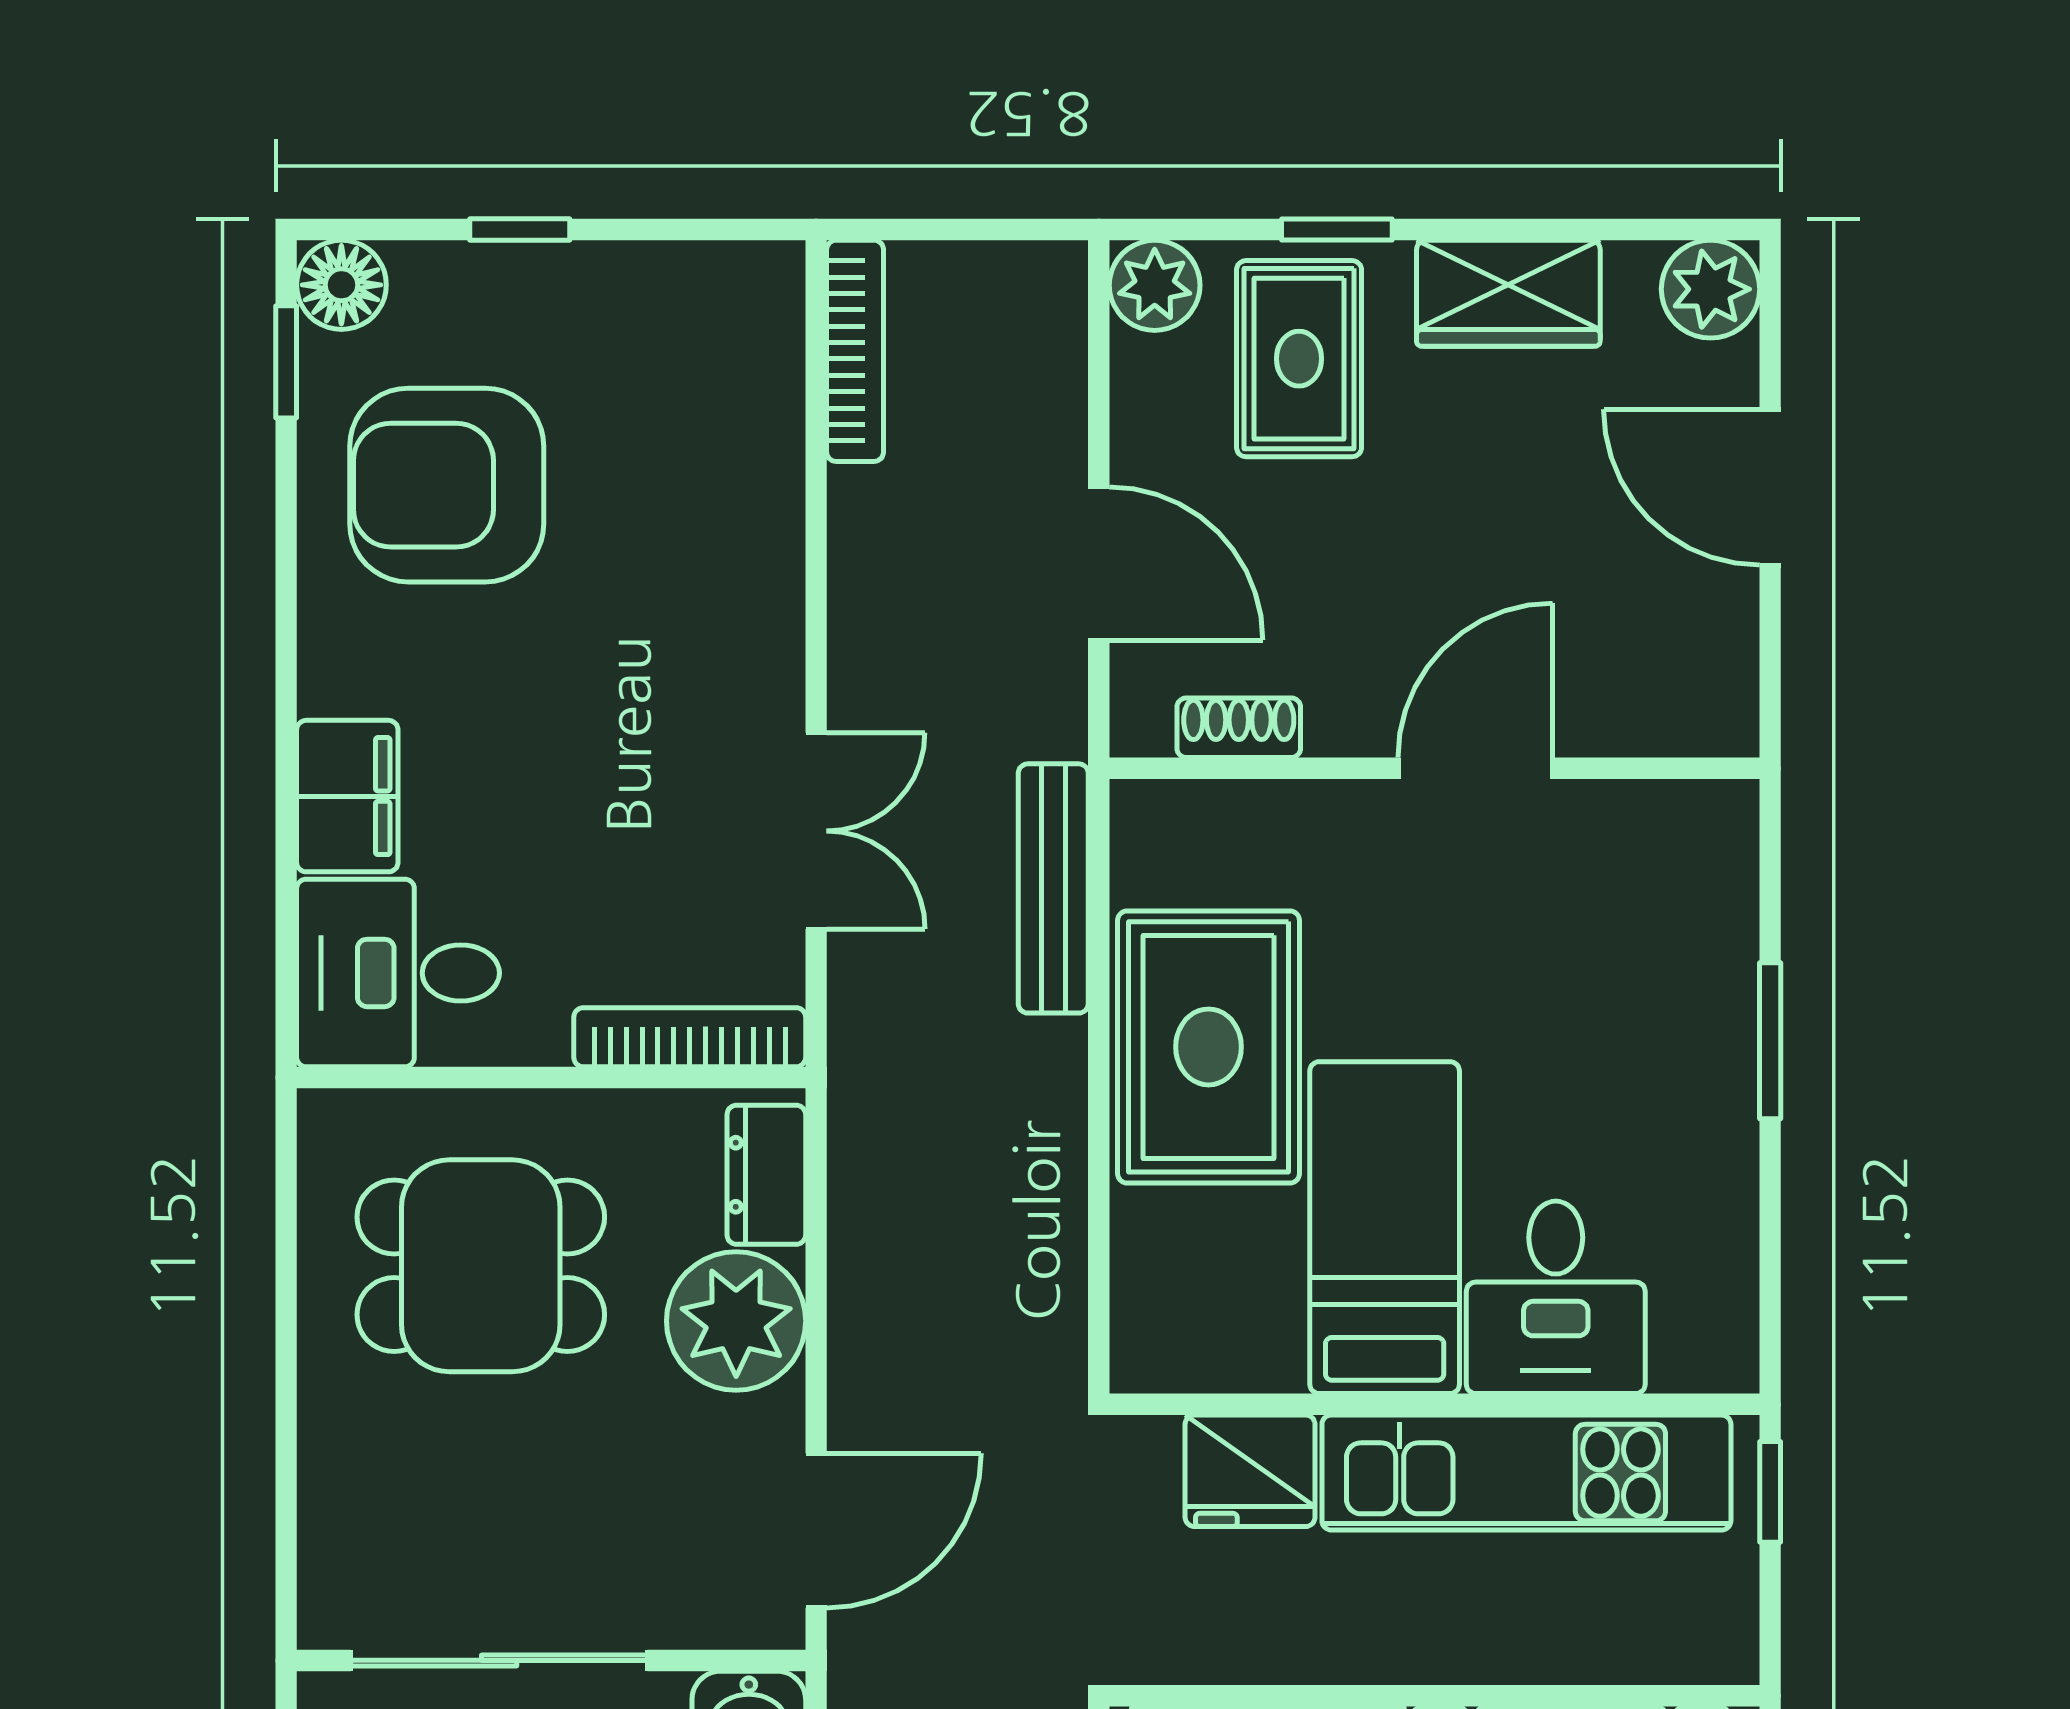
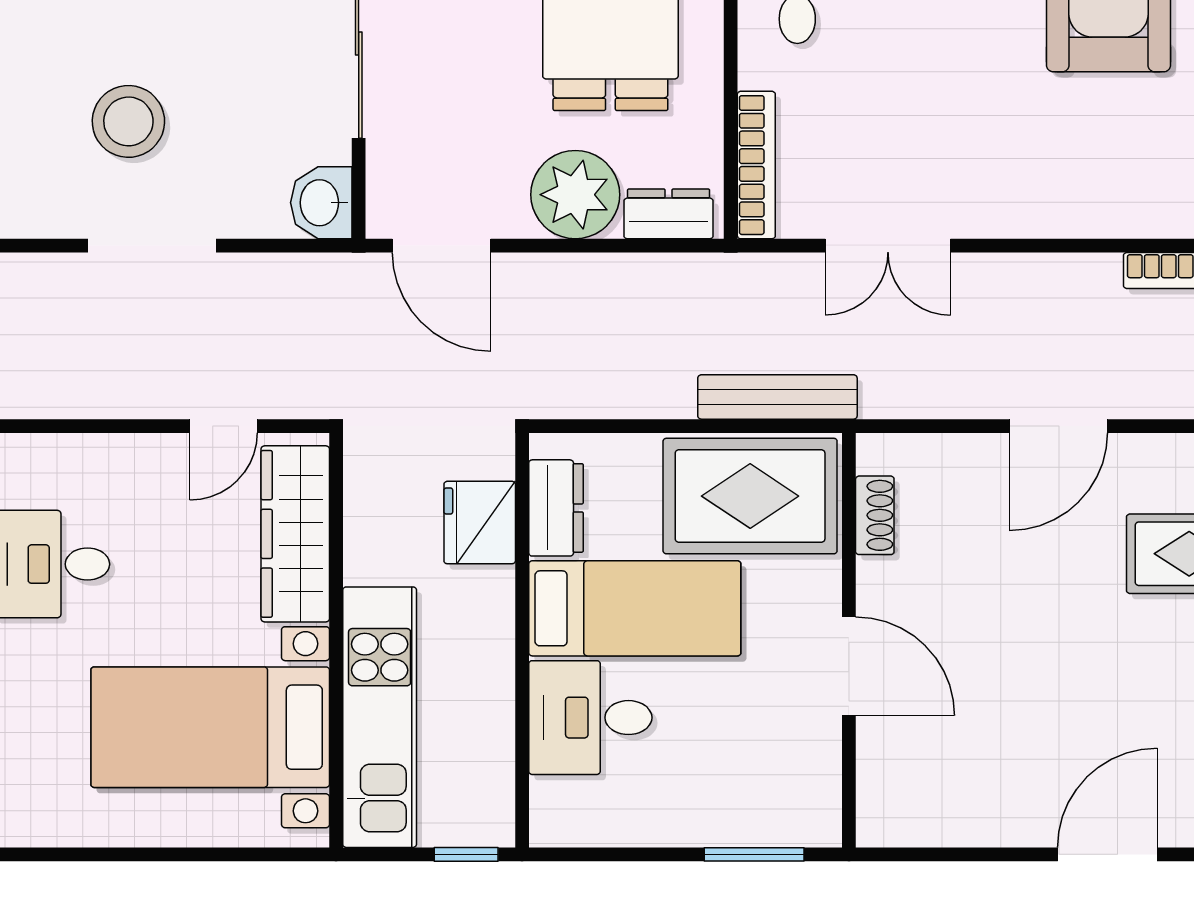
shoe rack: (1239, 728) -> (875, 515), moved
wall: (1434, 768) -> (849, 640), moved
door: (1475, 768) -> (849, 666), moved
bench: (1053, 888) -> (777, 397), moved
dresser: (1227, 1351) -> (556, 508), added
kitchen unit: (1526, 1473) -> (380, 717), moved, turned 180

